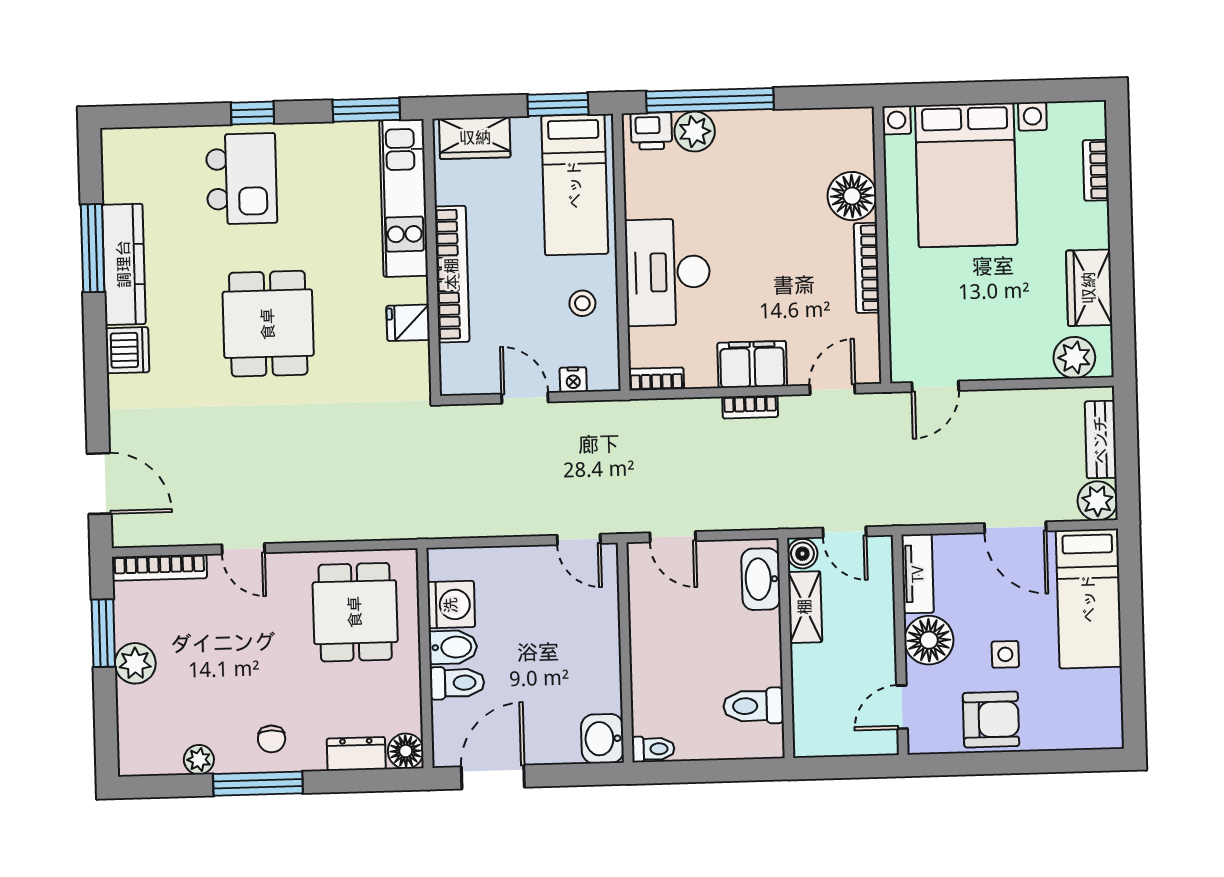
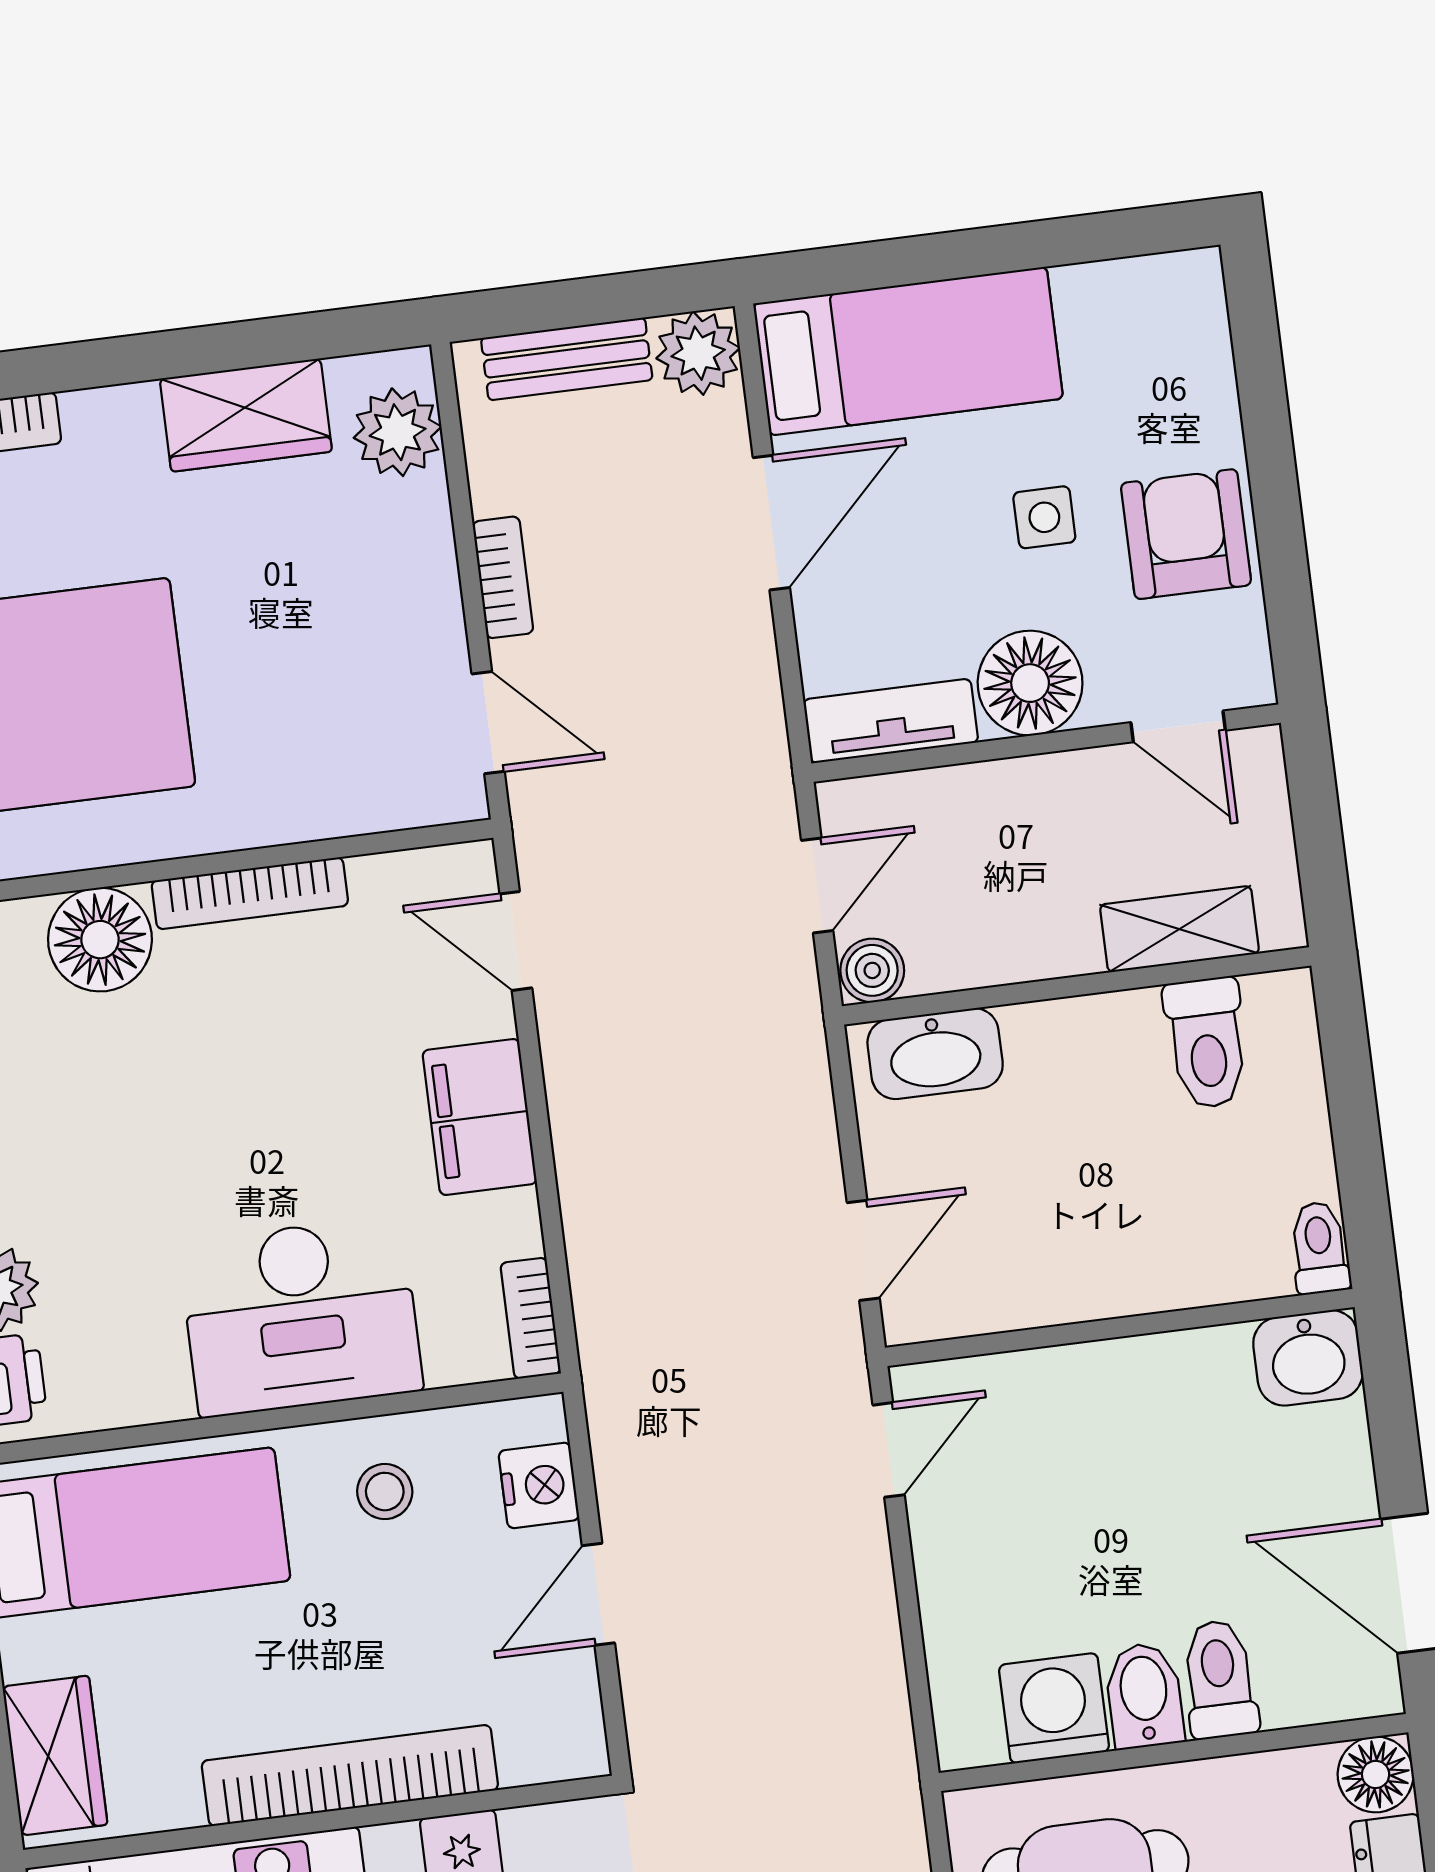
nightstand: (573, 380) -> (539, 1485), width x1.39, depth x1.35
bookcase: (750, 407) -> (503, 577), moved
shelving: (805, 607) -> (1179, 929), moved

